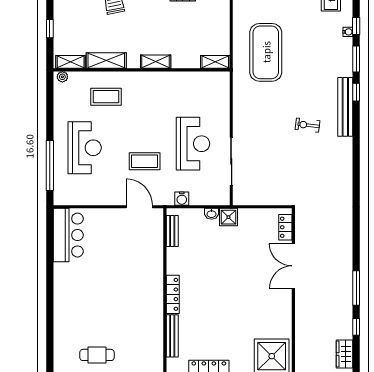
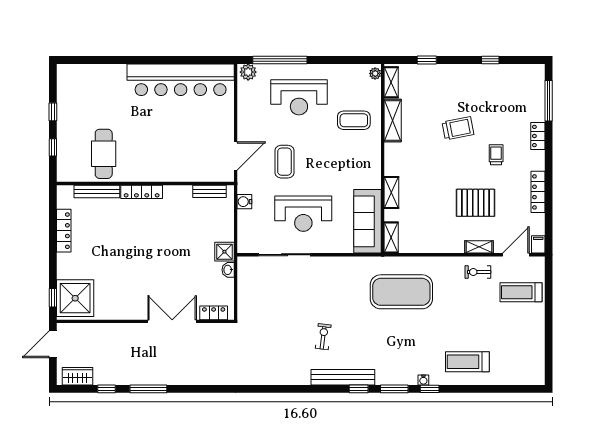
shelving: (156, 62) -> (391, 193), moved
sofa: (200, 84) -> (368, 221), added
coffee table: (106, 97) -> (354, 120), turned 90
plant: (61, 195) -> (248, 72), added
washbasin: (212, 214) -> (228, 270), moved
bar counter: (68, 235) -> (181, 80), width x1.86
cafe table: (97, 355) -> (104, 154), moved, width x1.37, depth x1.35

